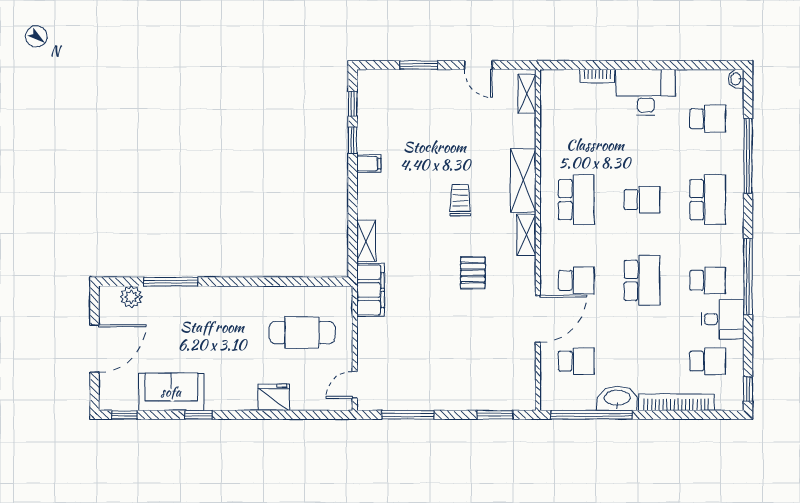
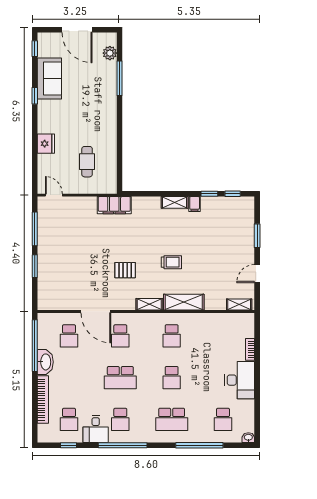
school desk: (576, 200) -> (172, 336), width x0.54
shelving: (366, 241) -> (175, 202), moved
cafe table: (302, 333) -> (87, 162), width x0.73, depth x0.74
window: (748, 389) -> (68, 445), moved
window: (495, 415) -> (35, 266), moved

